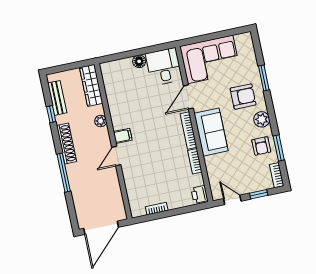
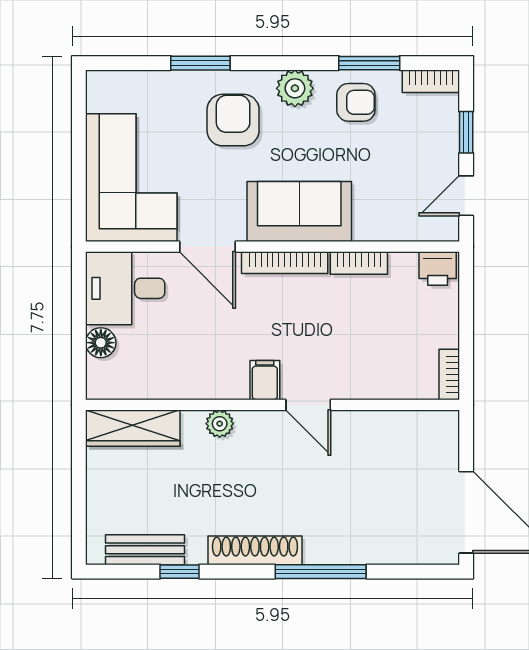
wardrobe: (91, 85) -> (133, 428), moved
plant: (101, 121) -> (220, 424), moved
filing cabinet: (123, 136) -> (265, 380), moved
wall: (113, 141) -> (273, 405), moved
door: (116, 156) -> (308, 405), moved

